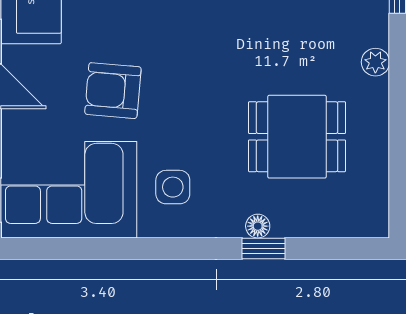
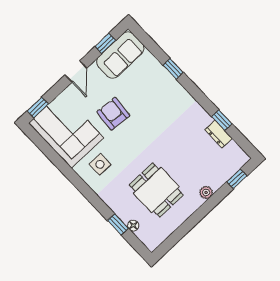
floor lamp: (258, 226) -> (133, 226), moved
window: (263, 248) -> (118, 224), moved

